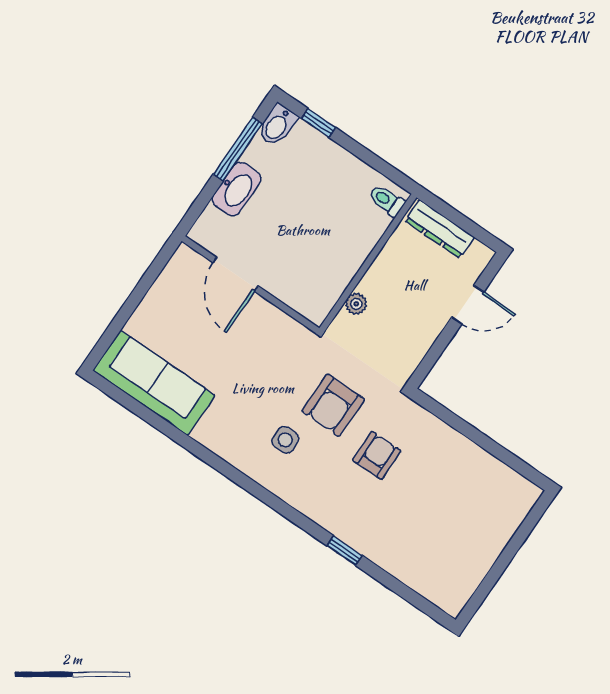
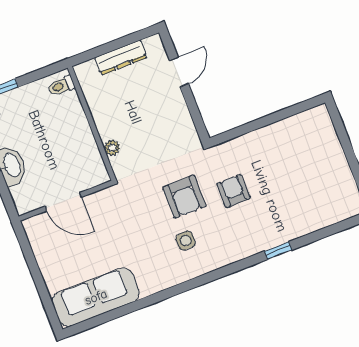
toilet: (387, 200) -> (61, 86), moved
wall: (368, 263) -> (92, 123), moved
plant: (356, 304) -> (112, 148), moved

